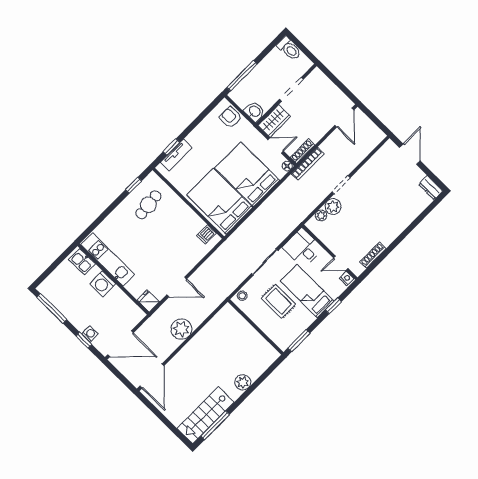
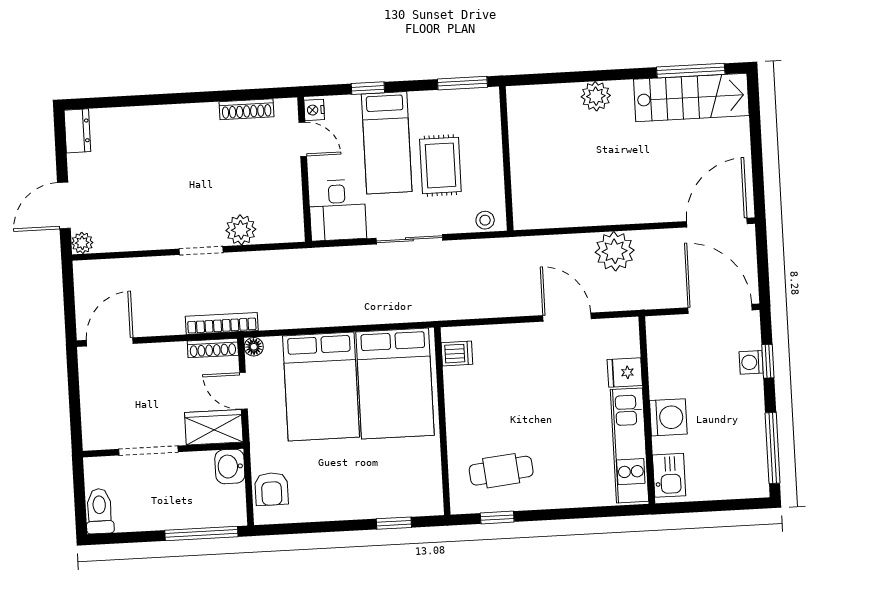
tv unit: (176, 155) -> (397, 505), removed
plant: (321, 215) -> (82, 243), moved
fridge: (148, 301) -> (625, 372), moved, turned 90

